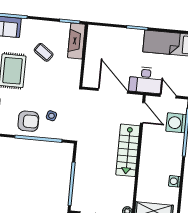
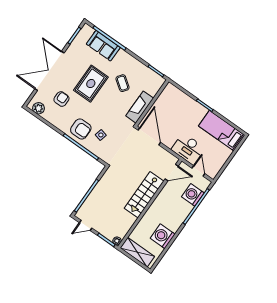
fireplace: (76, 41) -> (140, 107), moved
door: (113, 91) -> (149, 136), moved
door: (143, 113) -> (172, 173), hinge flipped
washing machine: (175, 181) -> (163, 236), width x1.89, depth x1.89

